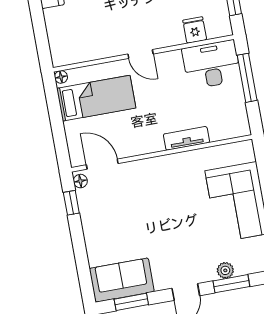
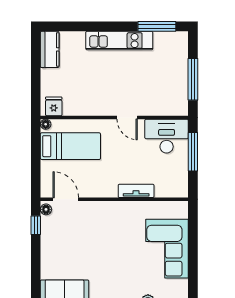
fridge: (195, 30) -> (54, 106), moved
door: (141, 54) -> (127, 118), moved

